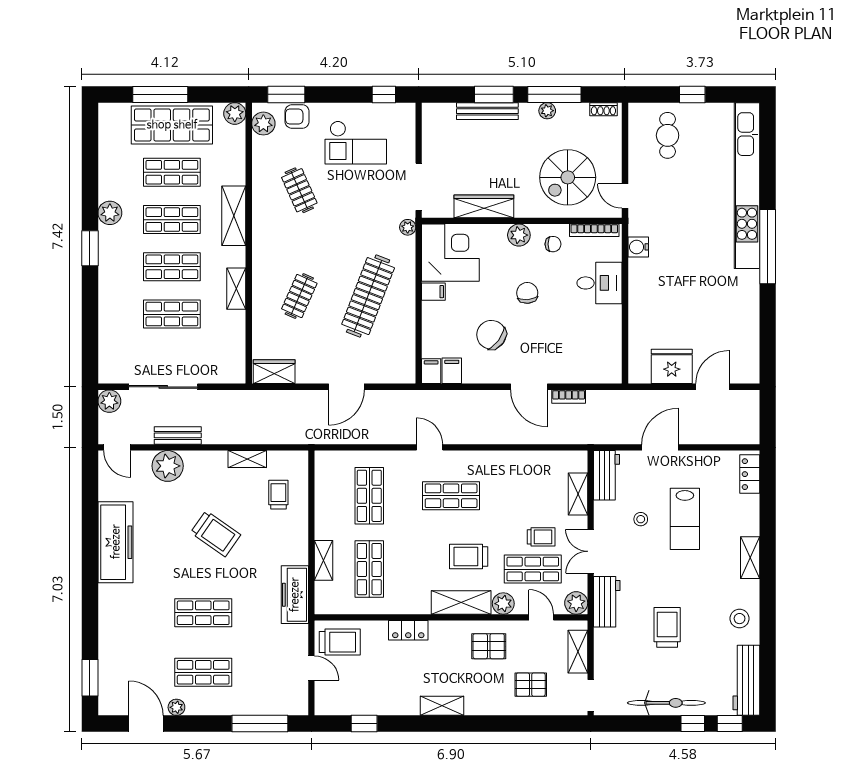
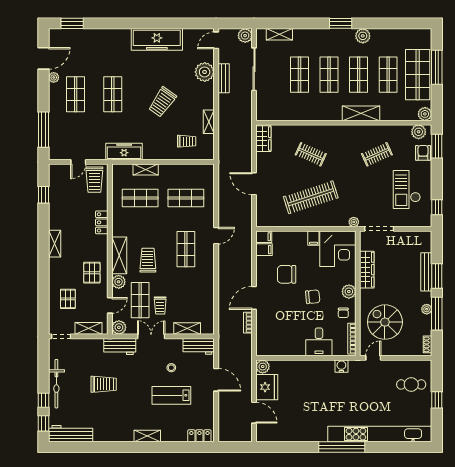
shelving: (236, 289) -> (279, 34), moved
clothes rail: (368, 296) -> (311, 197), turned -39
chair: (491, 335) -> (287, 274), turned -127
plant: (639, 373) -> (263, 367), added
stool: (740, 619) -> (109, 429), removed

